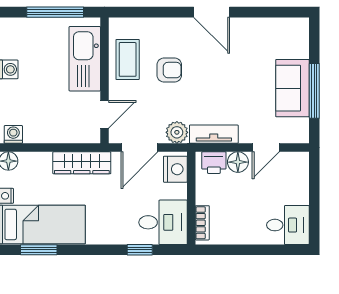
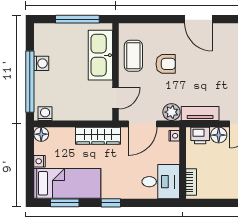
nightstand: (175, 169) -> (174, 136), width x0.53, depth x0.56
window: (140, 250) -> (111, 203), moved

